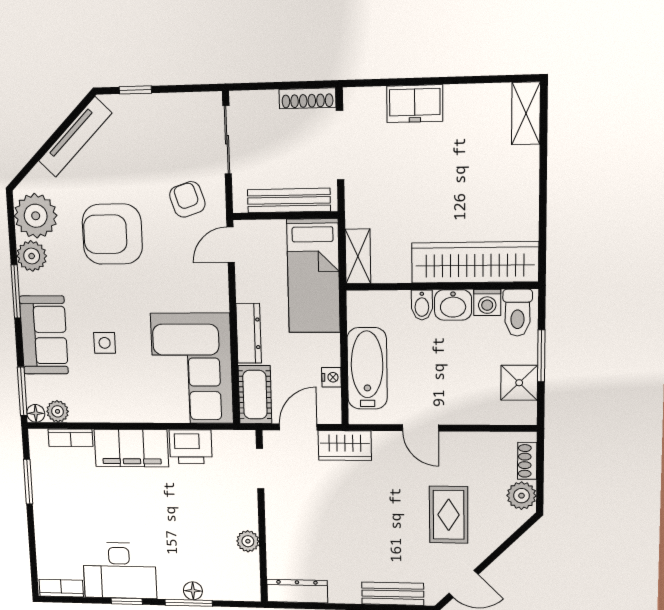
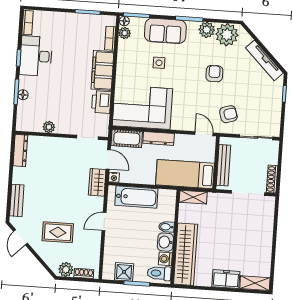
freezer: (415, 104) -> (226, 279), moved, turned 90
armchair: (112, 234) -> (214, 74), width x0.53, depth x0.53
nightstand: (331, 377) -> (114, 177), moved

